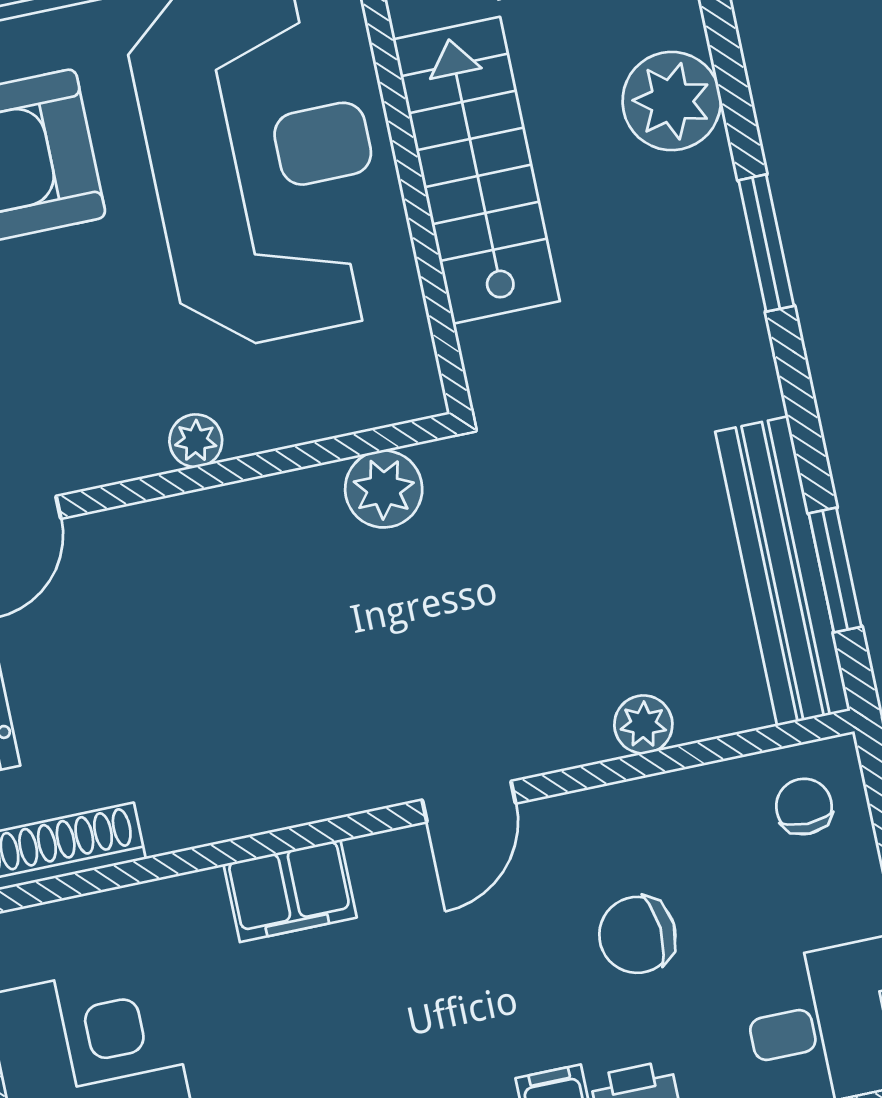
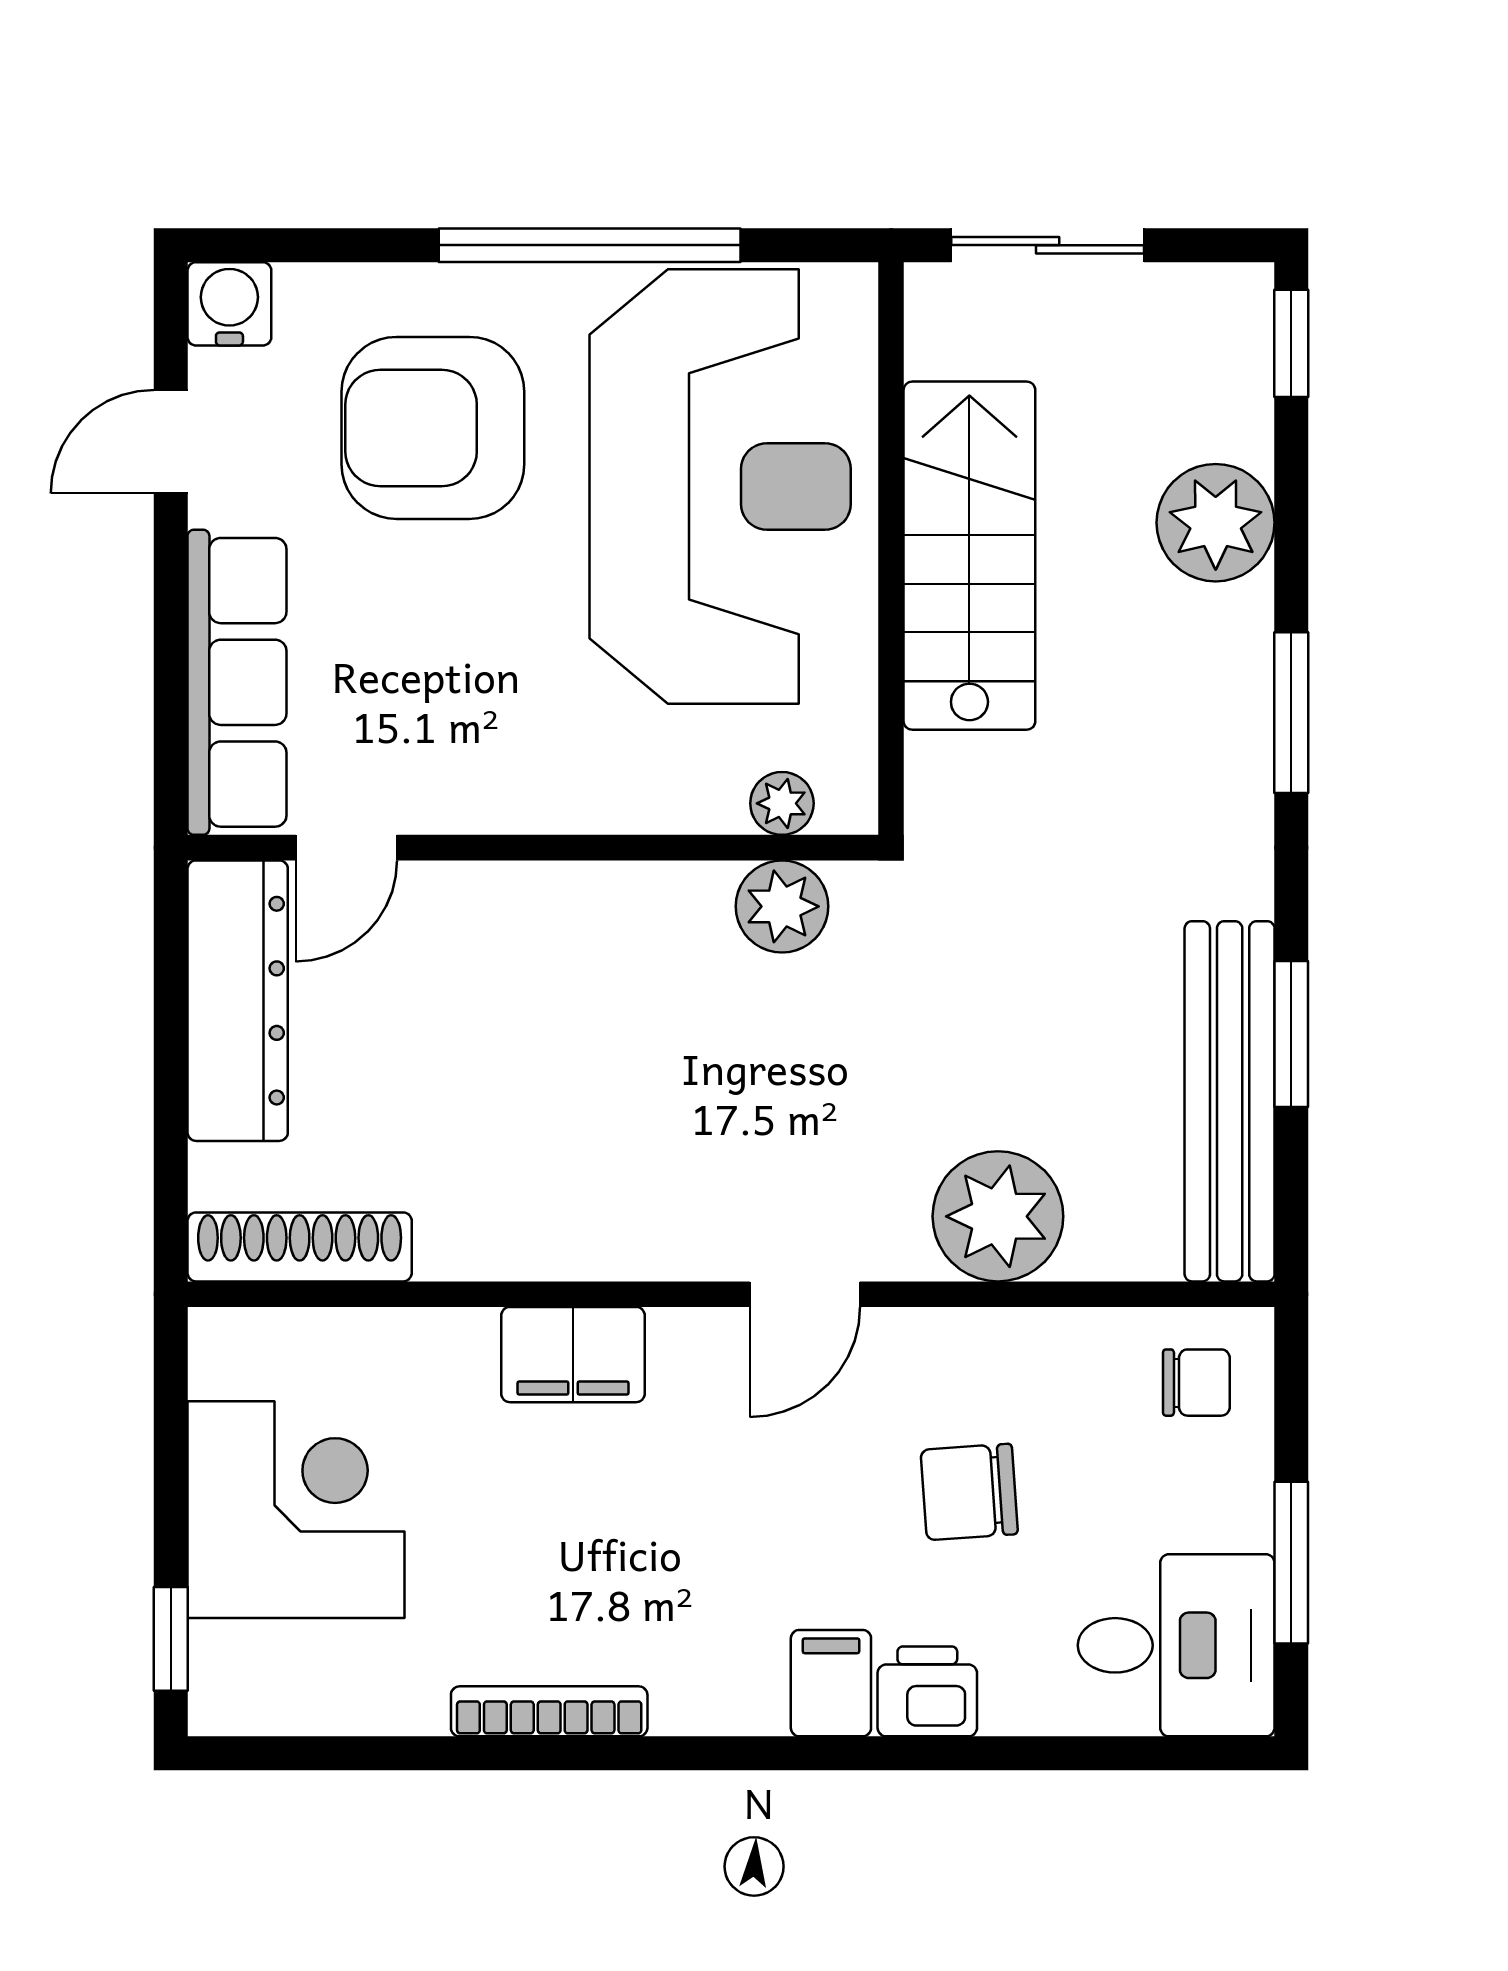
plant: (196, 441) -> (782, 803), moved
window: (835, 570) -> (1291, 1034), moved
plant: (643, 724) -> (998, 1216), width x1.88, depth x1.88
chair: (804, 806) -> (1196, 1383), turned 90

